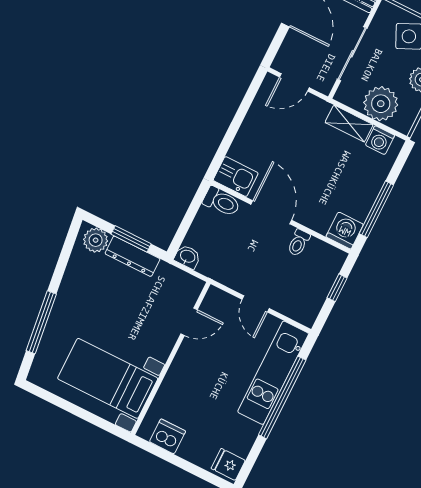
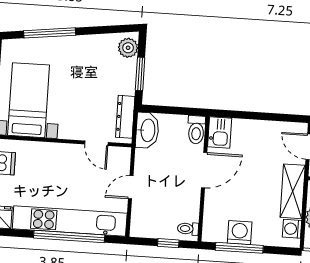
shelving: (349, 124) -> (293, 191), width x1.50, depth x1.33
washing machine: (345, 231) -> (240, 233), moved, turned -90
toilet: (299, 243) -> (188, 229), moved
dresser: (132, 256) -> (125, 117), moved
washbasin: (187, 257) -> (147, 130), width x1.91, depth x1.45
kitchen unit: (273, 373) -> (70, 221), width x1.36

